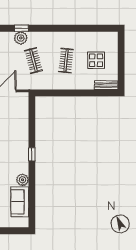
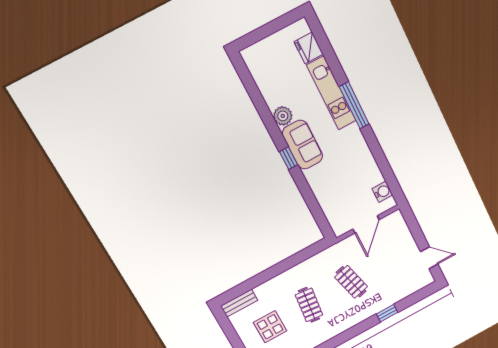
plant: (21, 38) -> (382, 301), removed
sofa: (20, 202) -> (302, 145), moved

